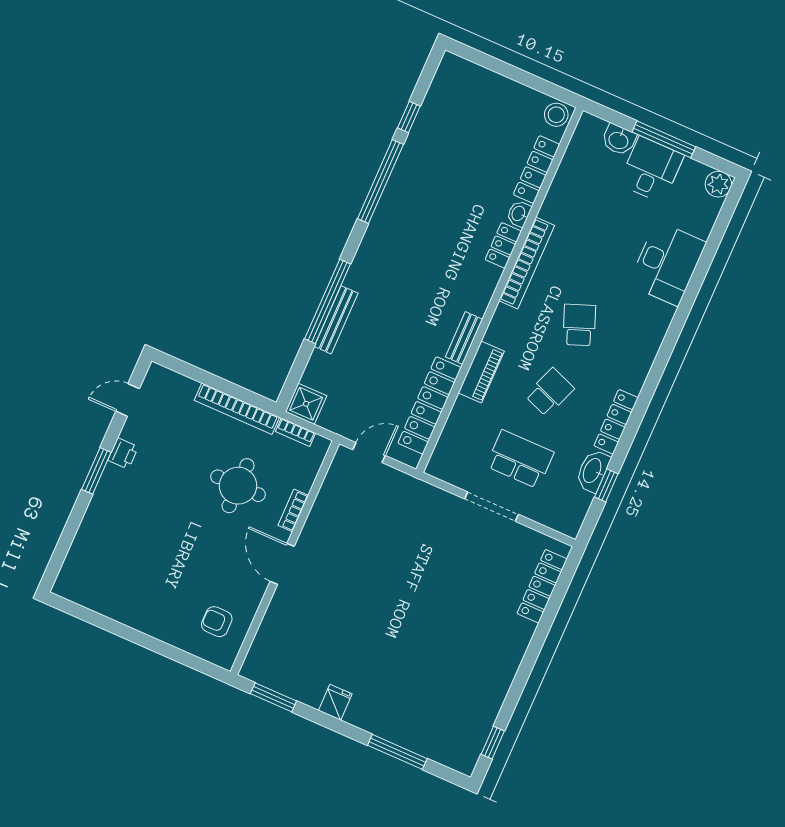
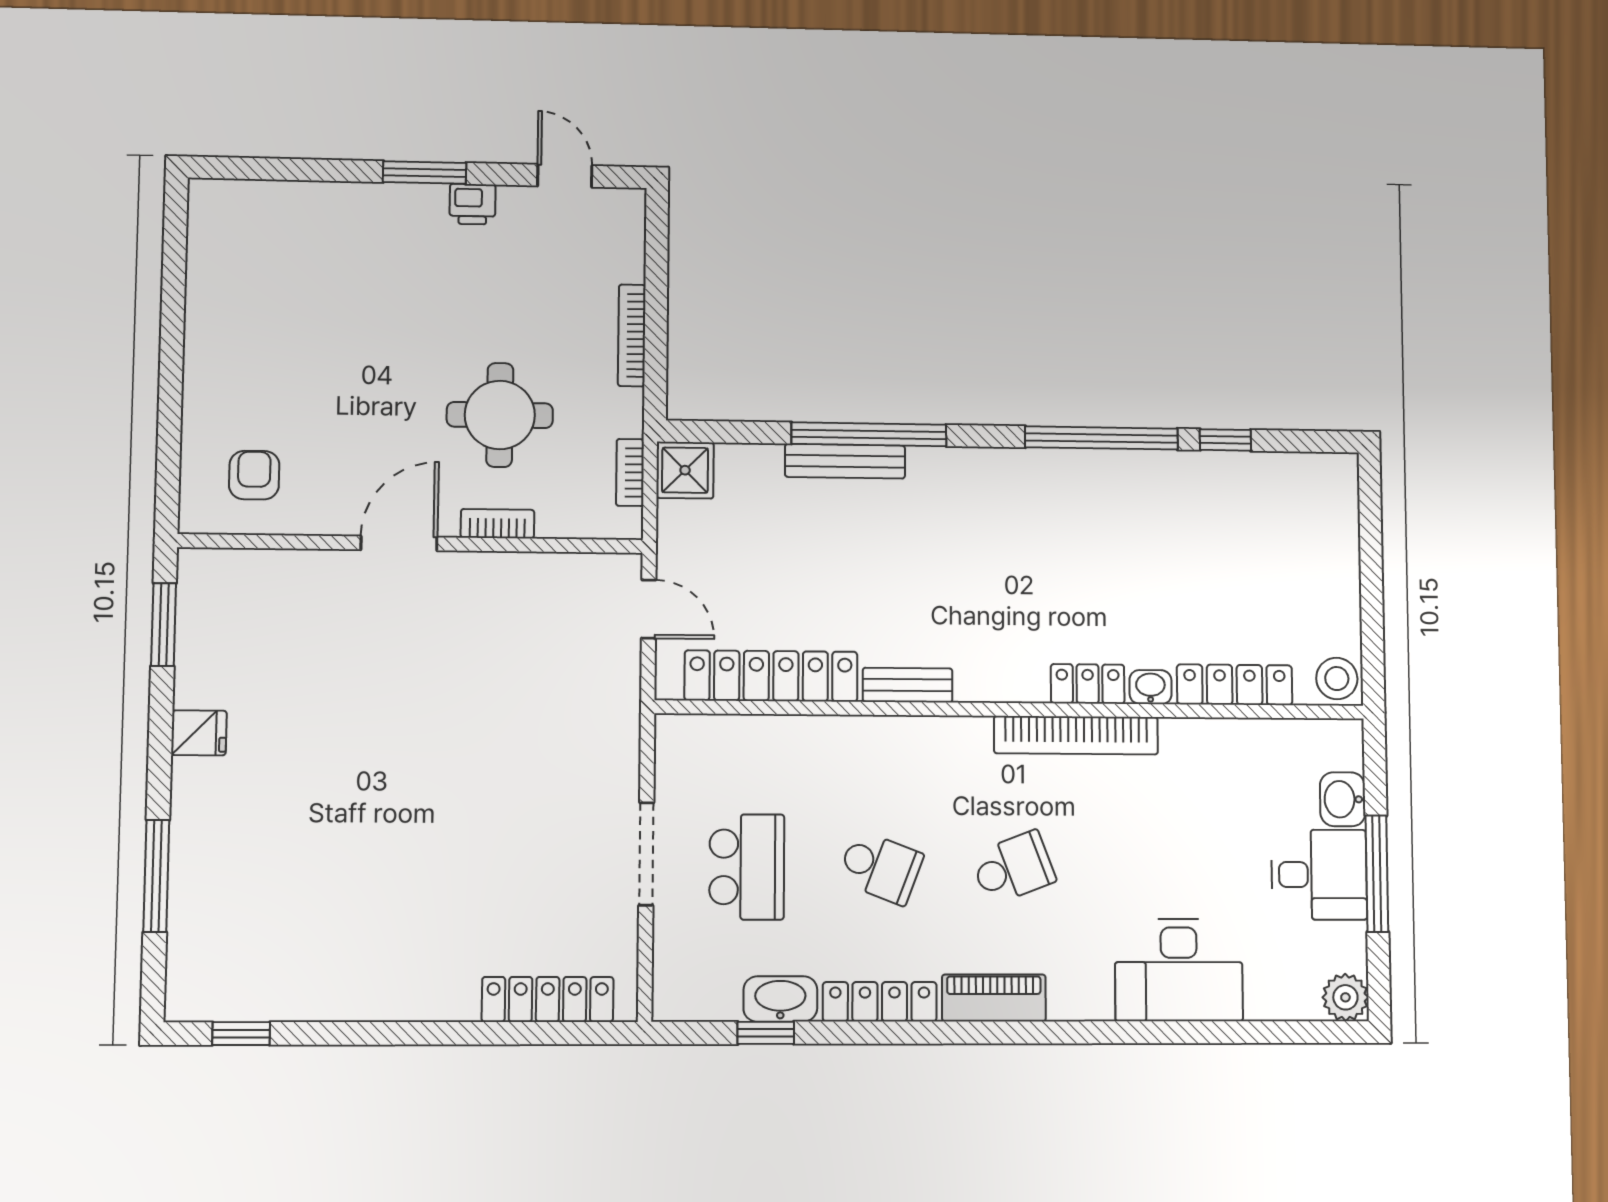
piano: (481, 372) -> (994, 998), moved, turned 180
bookcase: (237, 409) -> (632, 335), width x0.68, depth x0.76

